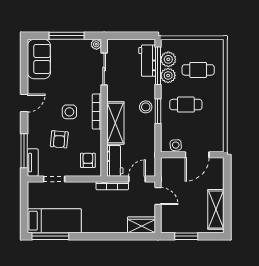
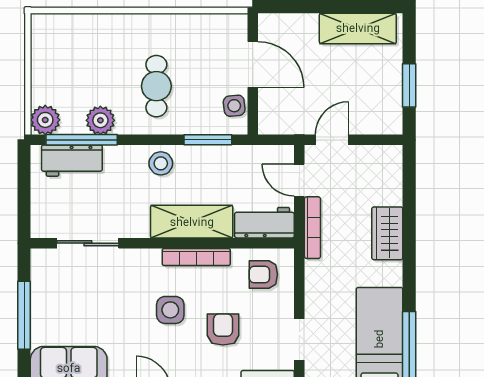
plant: (96, 44) -> (41, 258), removed
plant: (168, 59) -> (45, 120), moved
cafe table: (198, 70) -> (90, 63), removed
window: (158, 111) -> (208, 140), moved
bookcase: (97, 112) -> (196, 257), moved
armchair: (59, 139) -> (223, 329), turned -95
wardrobe: (141, 225) -> (387, 233), moved

